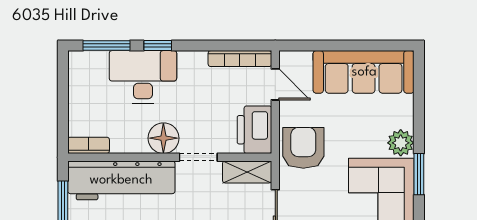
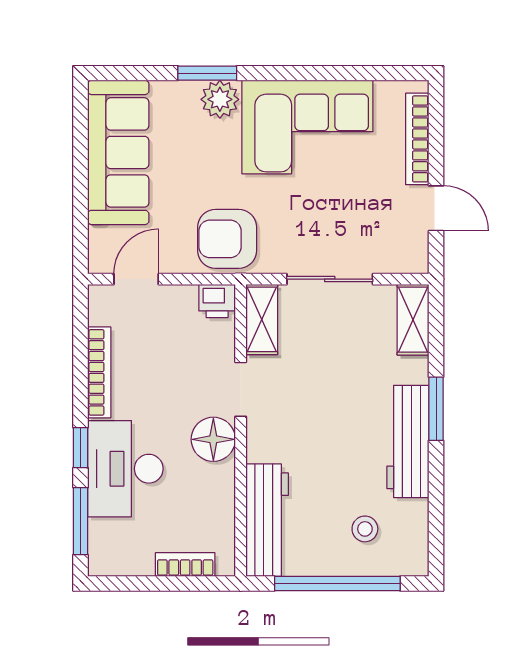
bookcase: (240, 59) -> (99, 372), moved
printer: (254, 130) -> (217, 301), width x0.53, depth x0.68
bookcase: (89, 145) -> (185, 565), moved, turned 90
window: (419, 174) -> (207, 73), moved
workbench: (121, 180) -> (267, 520), width x0.73, depth x0.76

